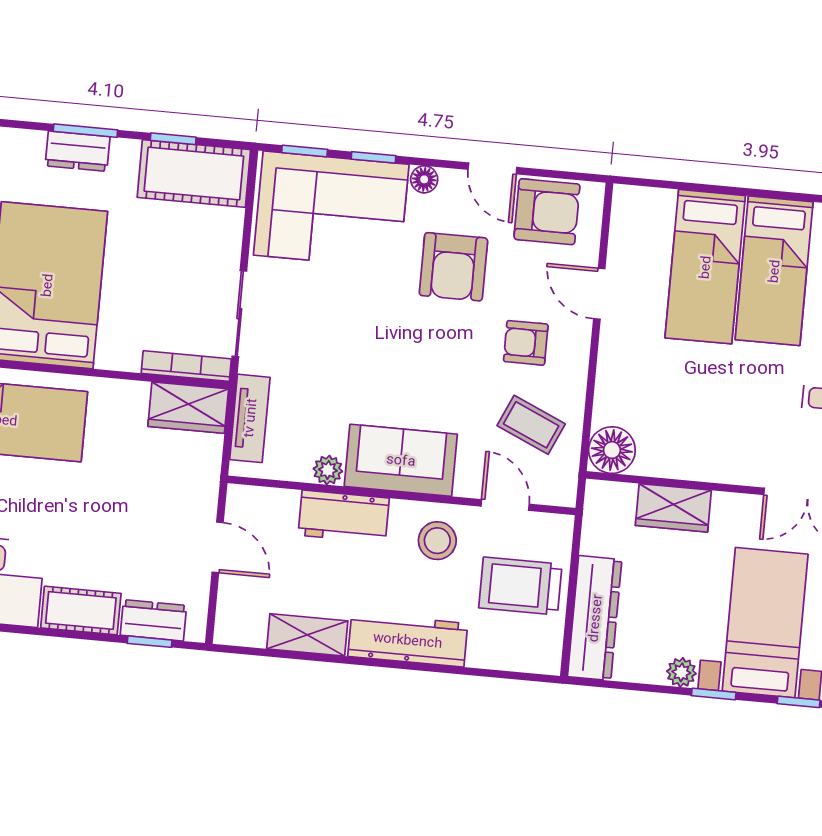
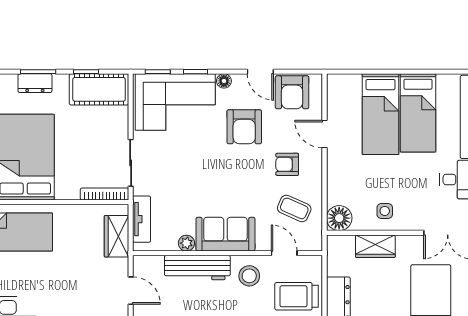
armchair: (547, 212) -> (292, 92), turned 90
wardrobe: (188, 408) -> (116, 236), moved, turned 90
side table: (696, 445) -> (385, 211), added
workbench: (344, 517) -> (197, 268), width x1.38

